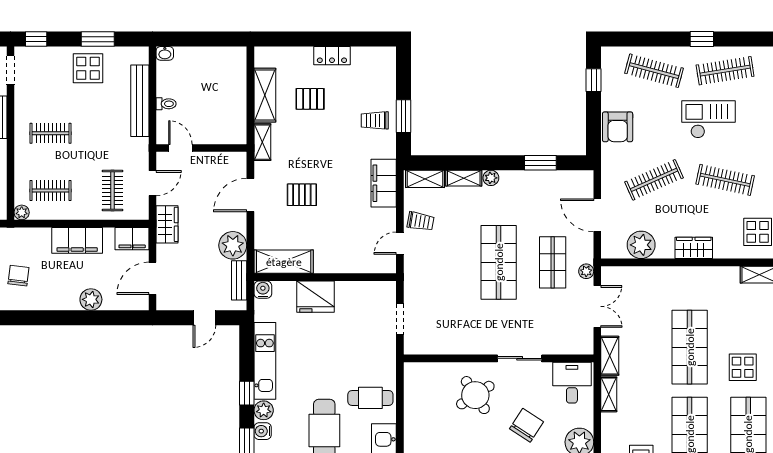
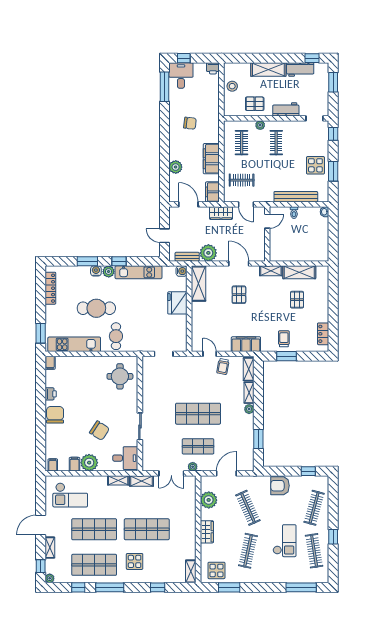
locker: (332, 56) -> (323, 334), moved
plant: (22, 212) -> (260, 125), moved
round table: (475, 395) -> (120, 376), moved, turned 33

